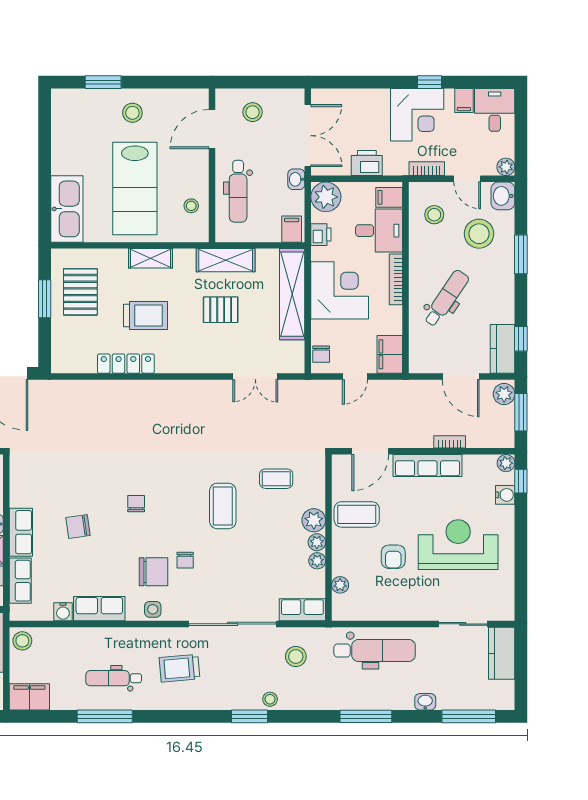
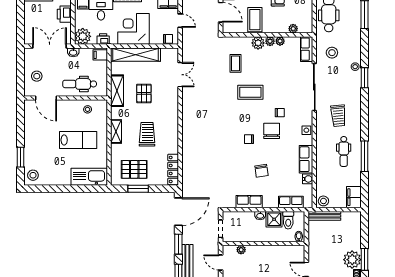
stool: (132, 113) -> (33, 175), moved
lab bench: (135, 188) -> (78, 140), width x0.73, depth x0.72
dental chair: (238, 191) -> (80, 84), turned 180
locker: (126, 364) -> (173, 169), moved
row of seats: (21, 532) -> (249, 202), moved
chair: (154, 572) -> (272, 131), moved

